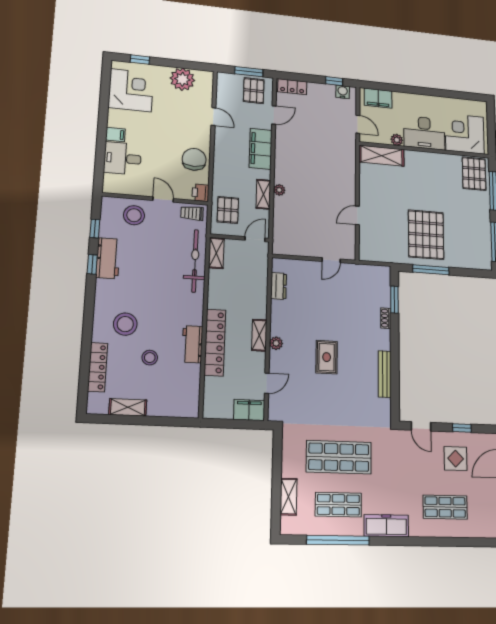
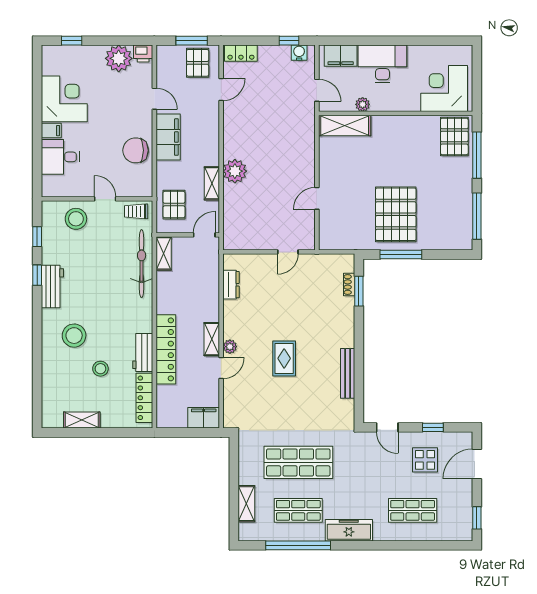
corner desk: (131, 90) -> (64, 99), moved
desk: (424, 133) -> (382, 64), moved, turned 180
filing cabinet: (261, 149) -> (168, 137), moved, turned 180
chair: (194, 159) -> (136, 150), turned -90
plant: (279, 190) -> (235, 171), width x1.88, depth x1.88
printer: (200, 193) -> (143, 53), moved, turned -90
workbench: (108, 258) -> (52, 287), moved
shoe rack: (386, 318) -> (349, 285), moved
locker: (98, 367) -> (144, 398), moved, turned 180
door: (267, 383) -> (221, 368), moved

